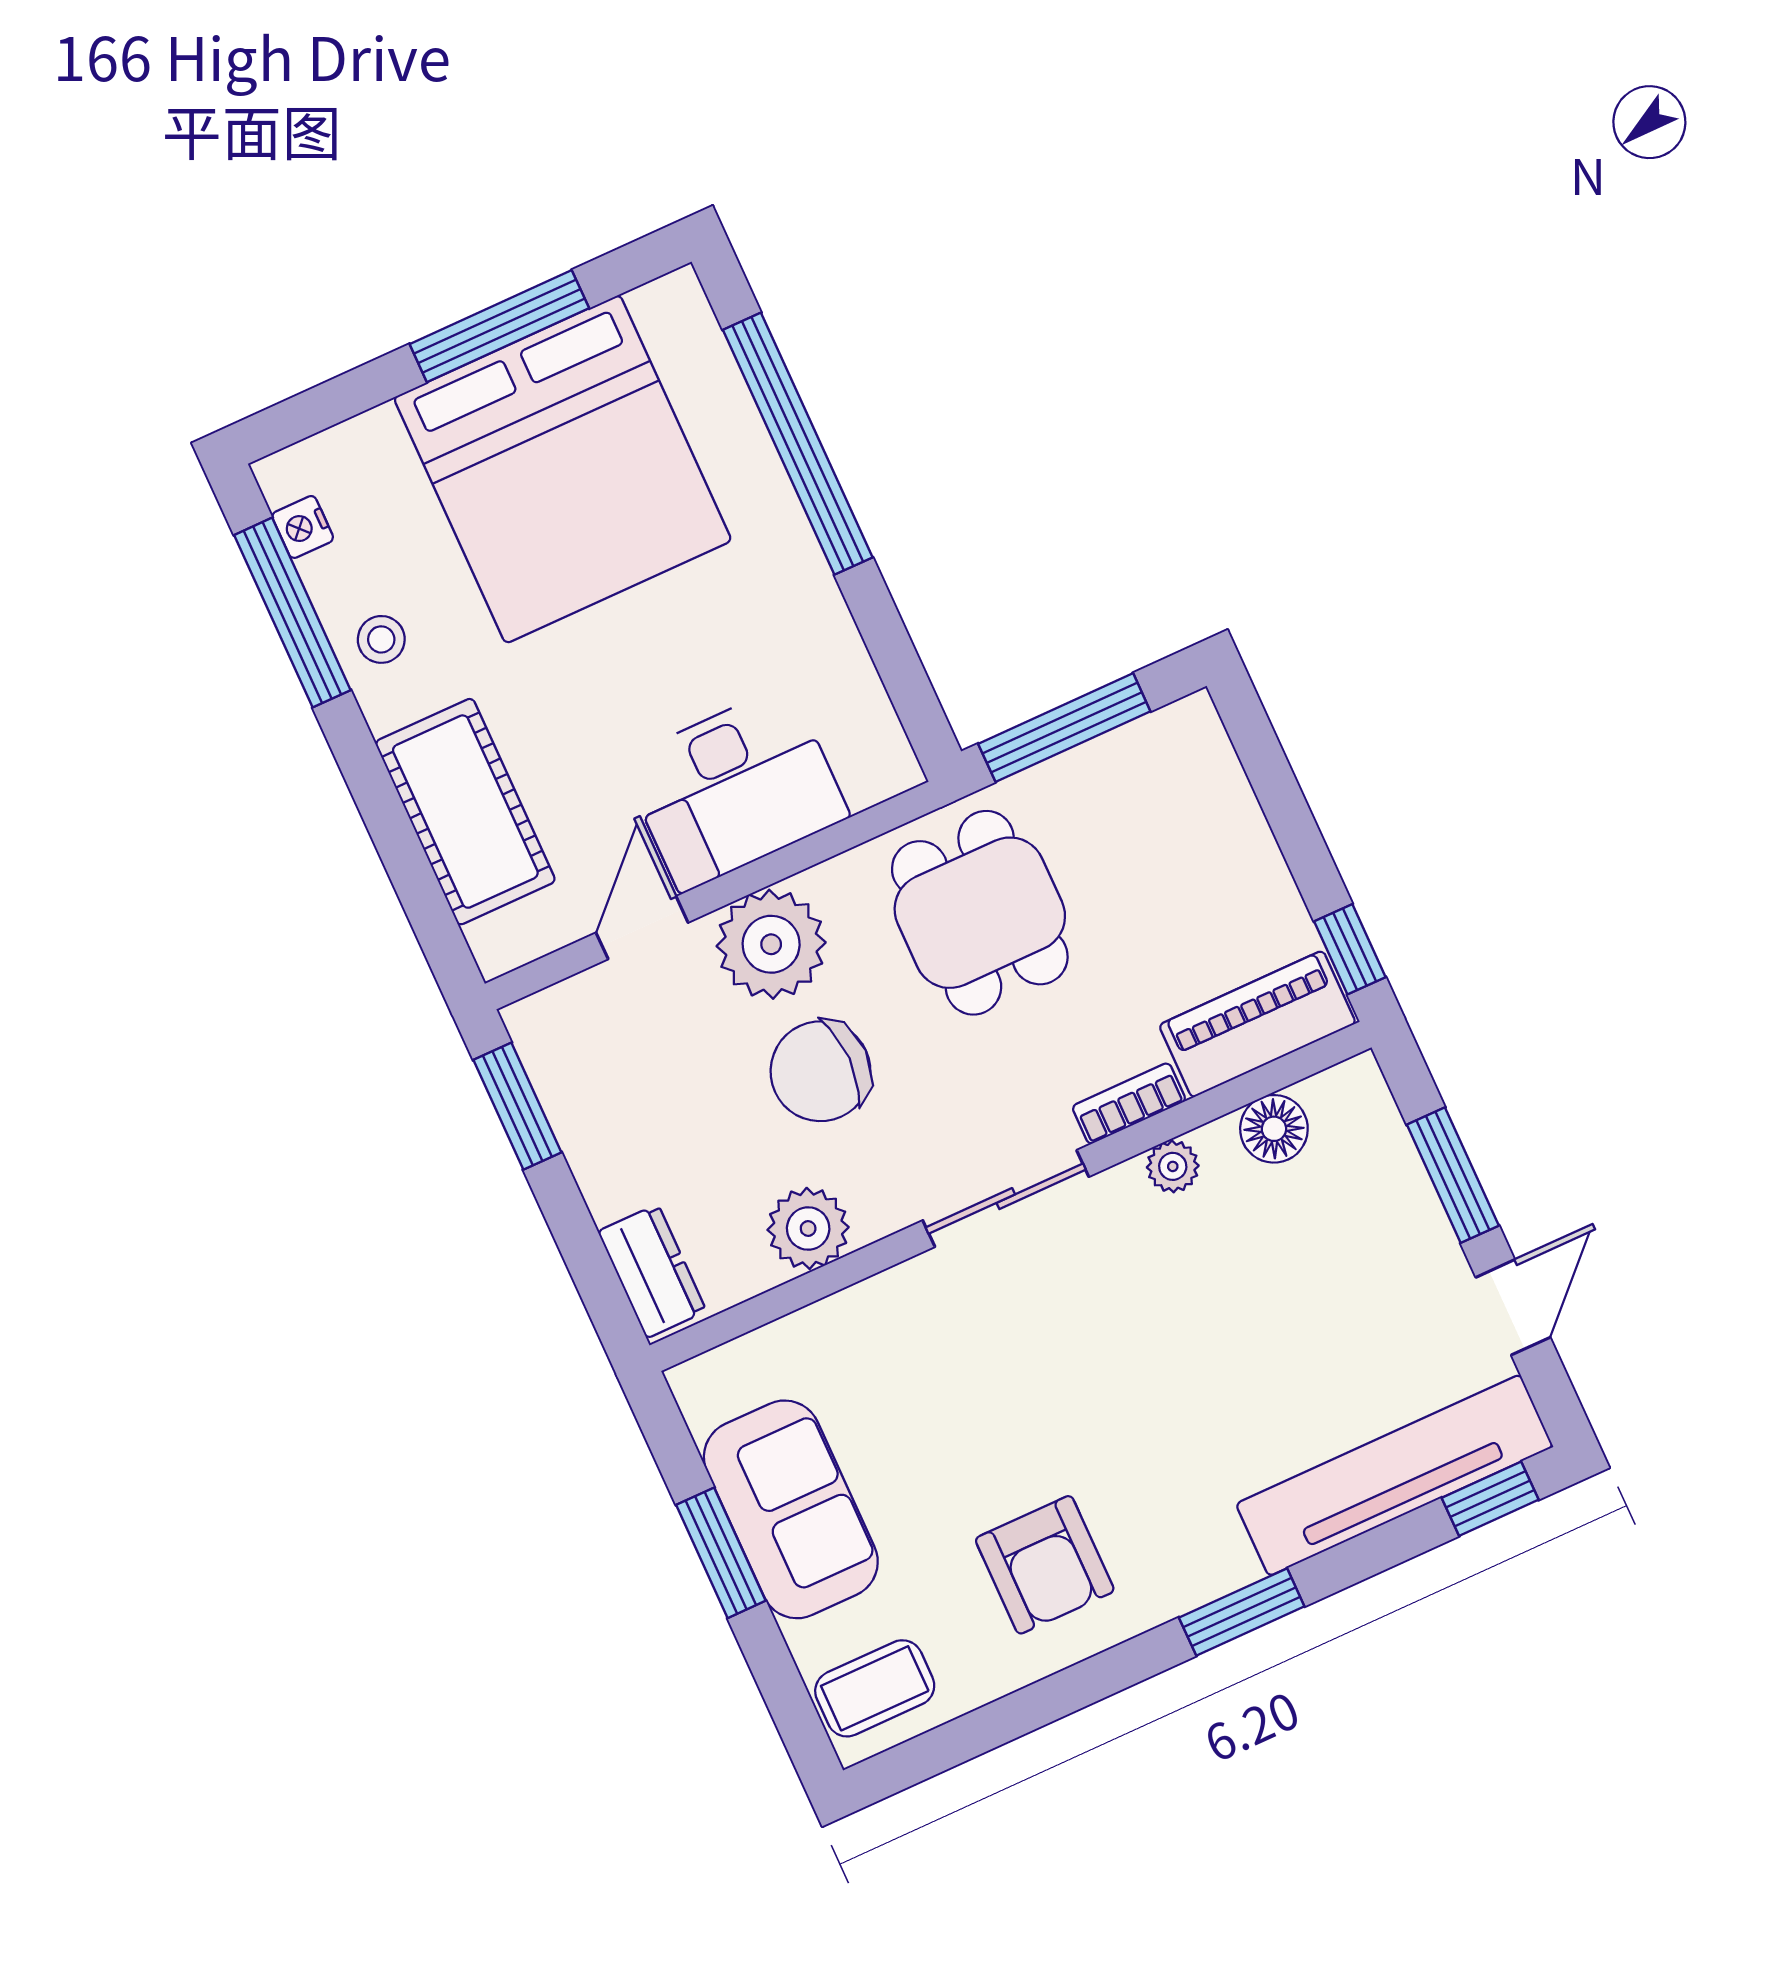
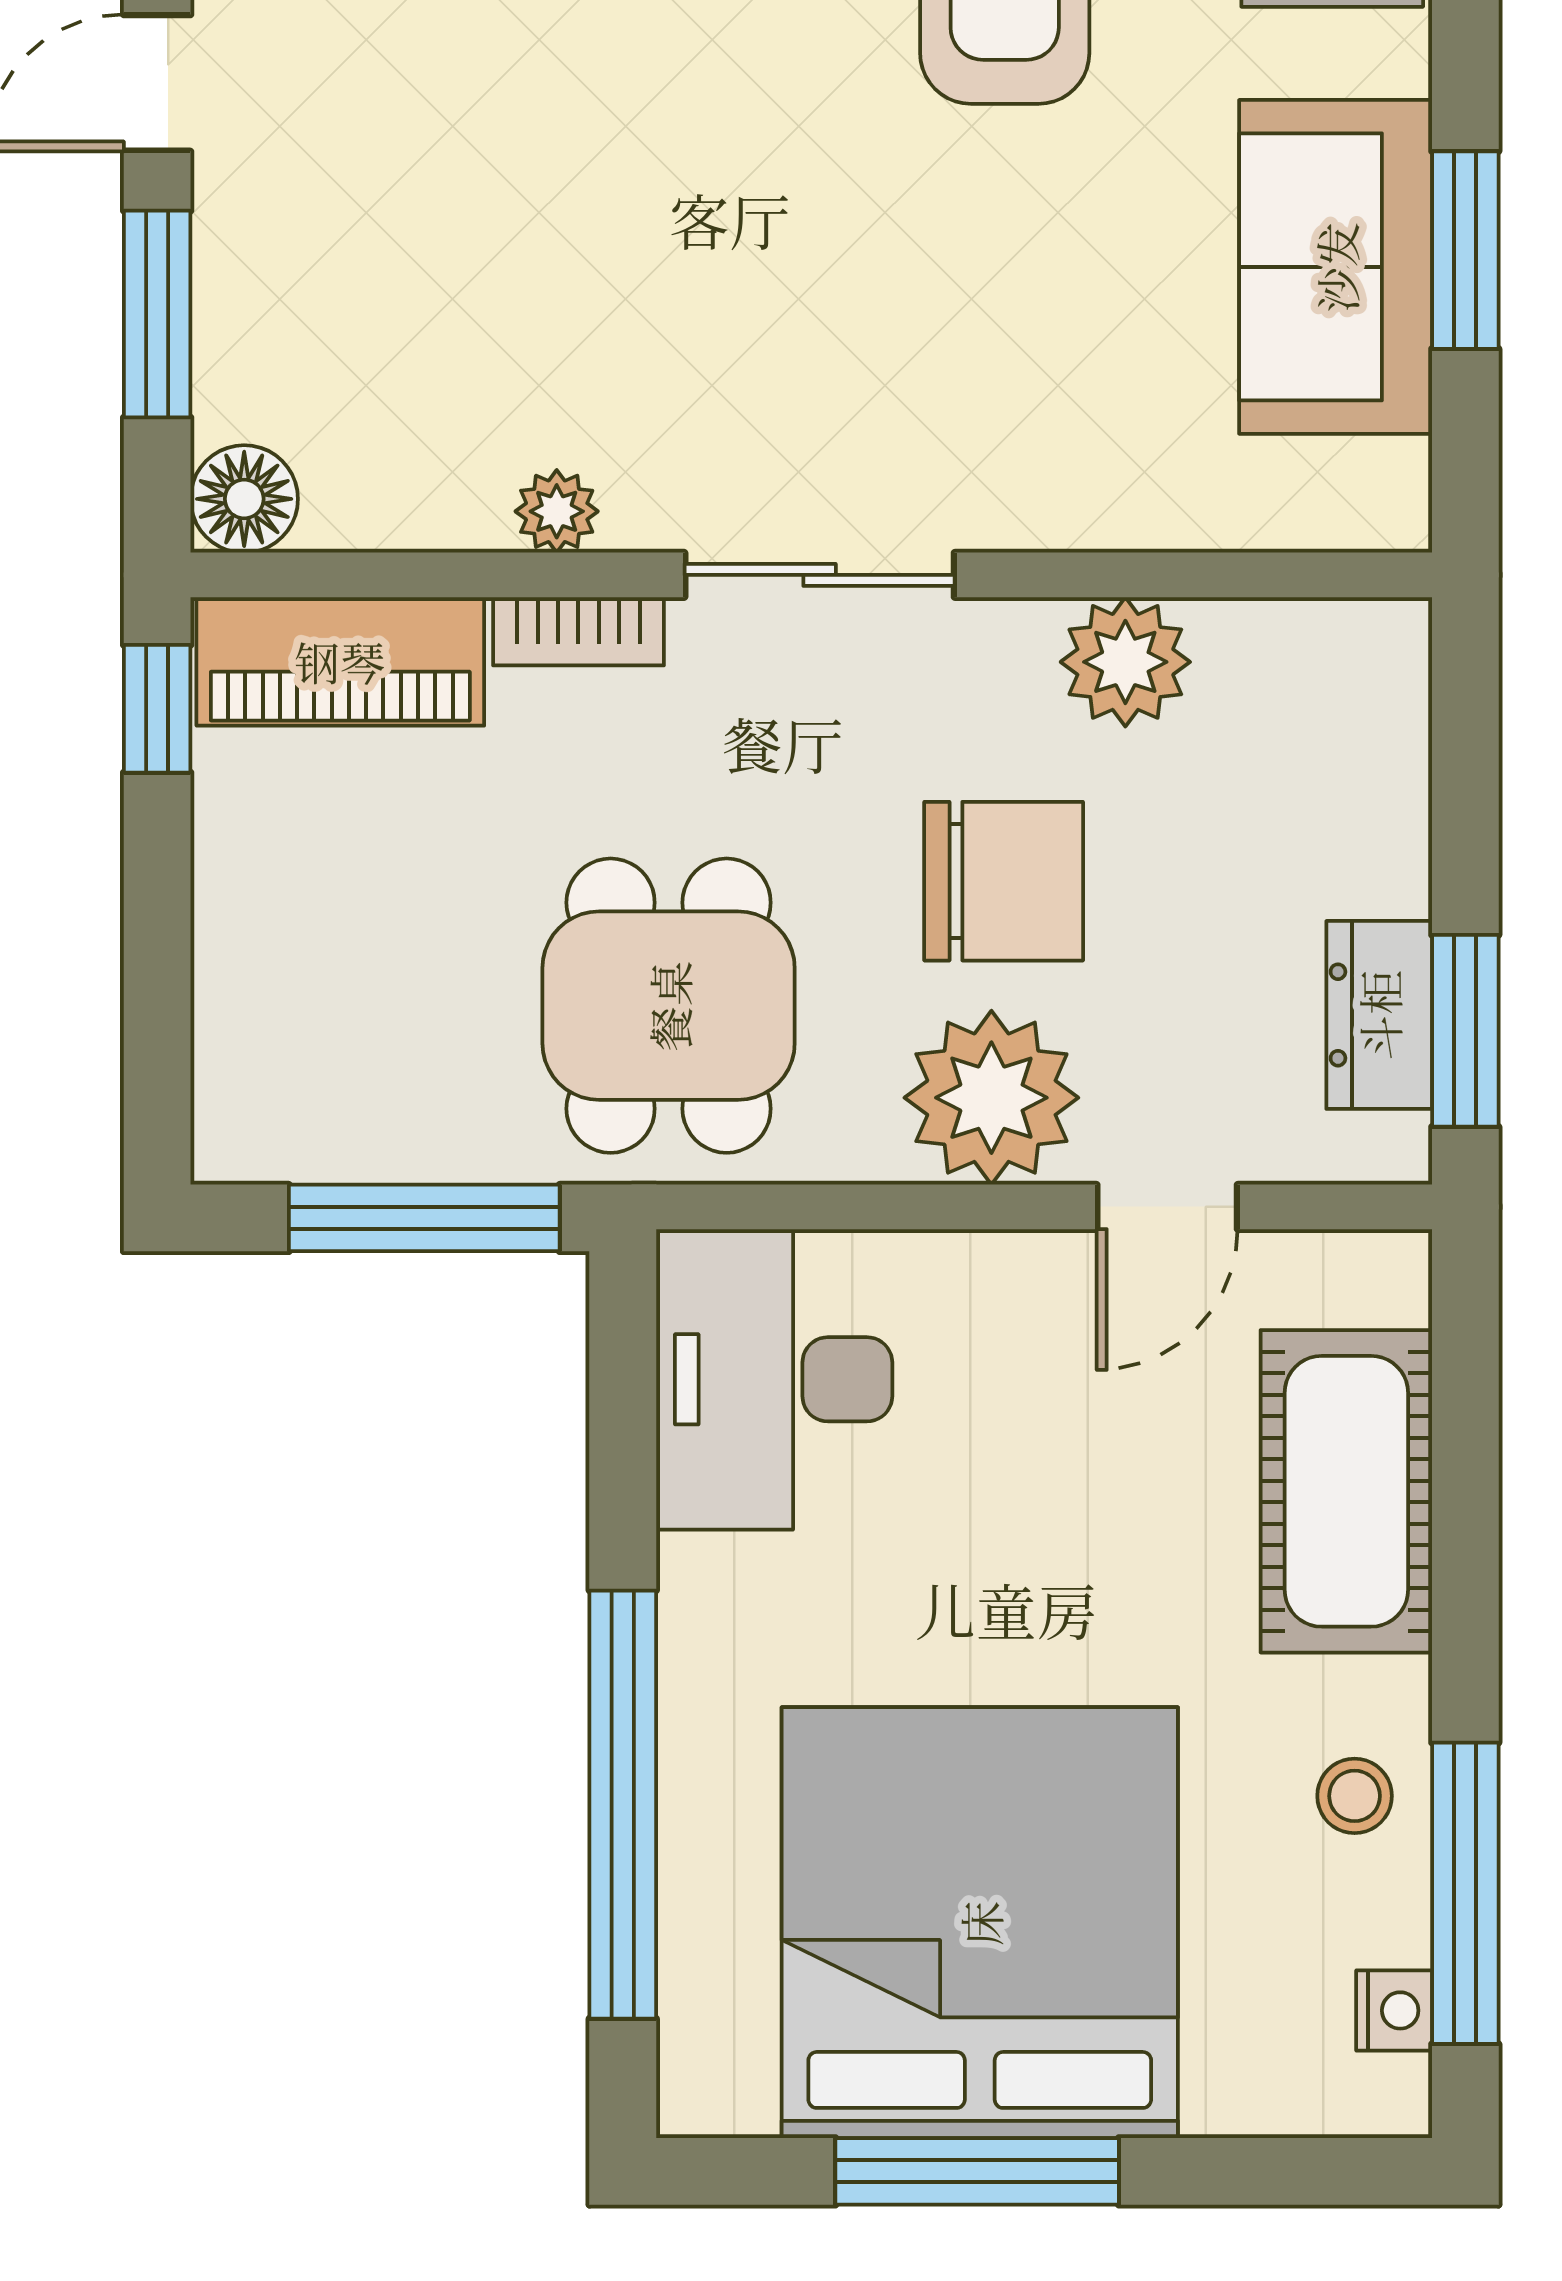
desk: (735, 788) -> (774, 1379), moved, turned -90
floor lamp: (1274, 1129) -> (244, 499), moved
dresser: (652, 1271) -> (1379, 1015), moved

